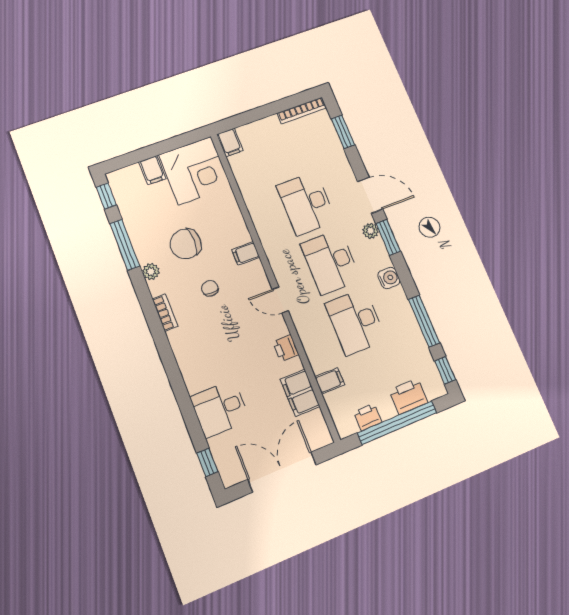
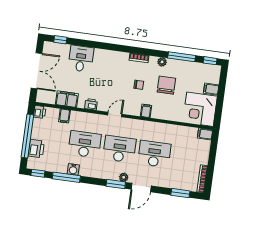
water cooler: (389, 278) -> (73, 169), moved
printer: (368, 417) -> (40, 112), moved

